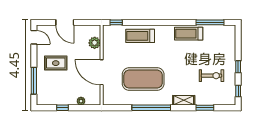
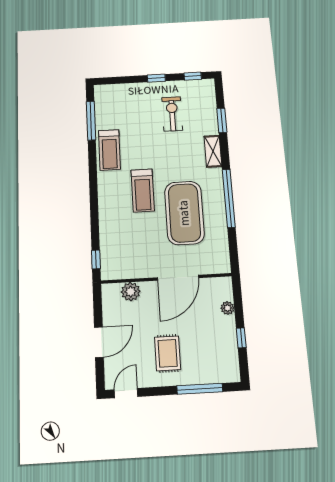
treadmill: (140, 36) -> (143, 190), moved

